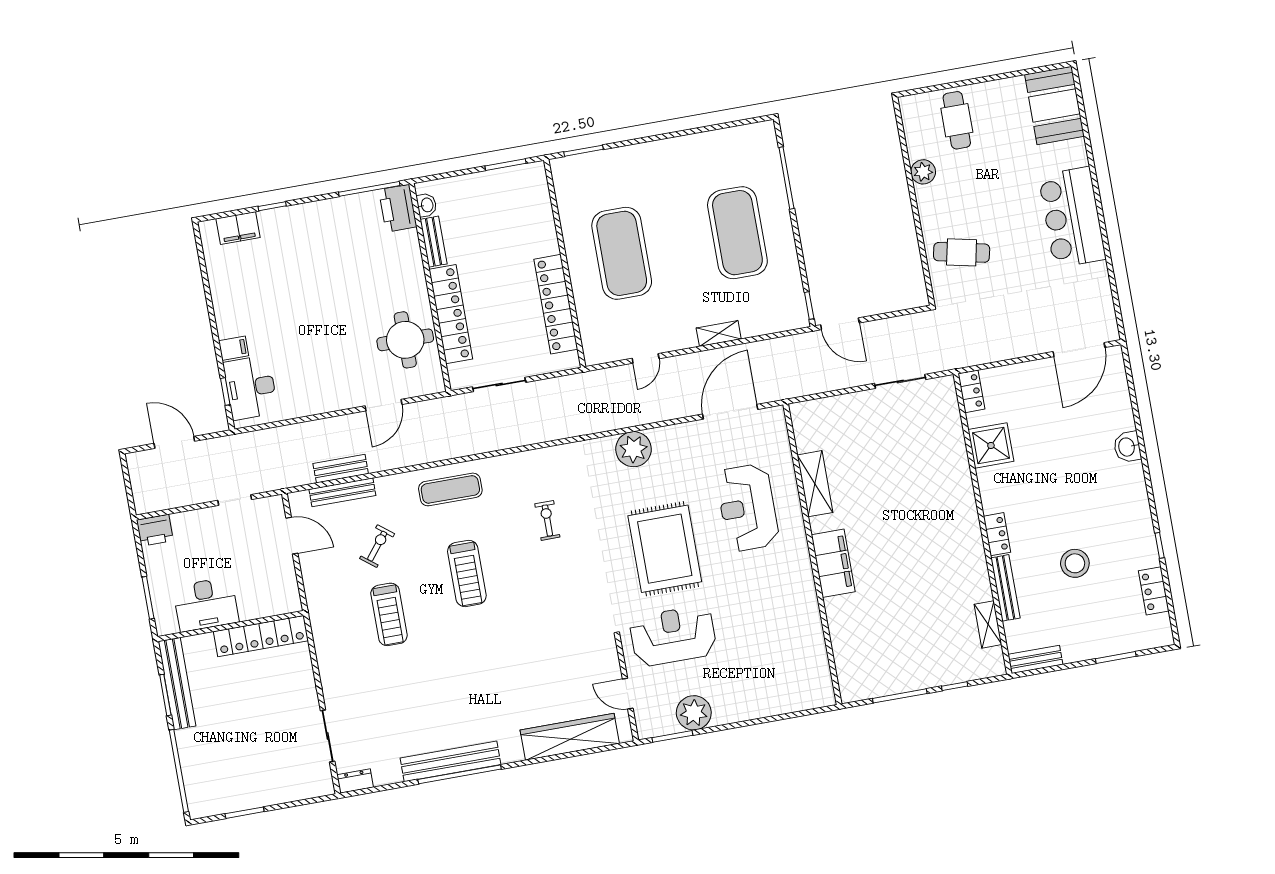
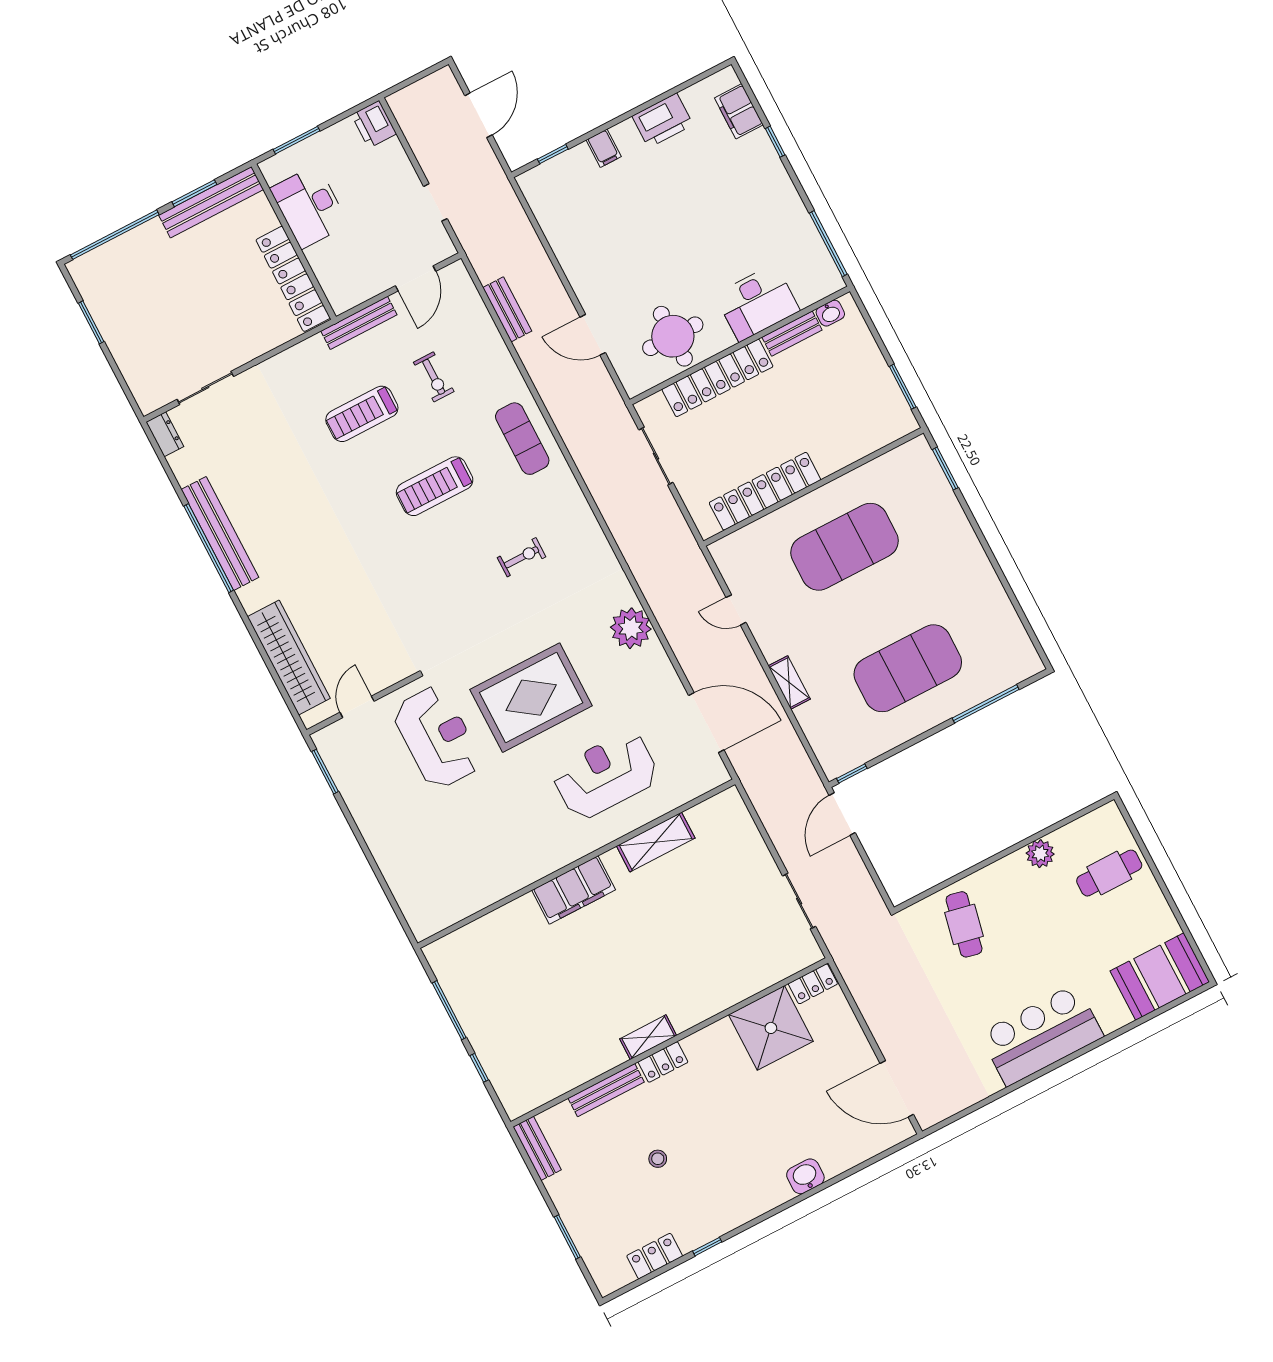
printer: (398, 208) -> (662, 120), moved, turned 180
desk: (251, 388) -> (757, 303), moved, turned 180
shower: (991, 445) -> (771, 1028), width x1.37, depth x1.37
bench: (342, 492) -> (359, 323), moved, turned 90
exercise bike: (377, 546) -> (434, 377), turned 52
stool: (1075, 563) -> (658, 1159), width x0.53, depth x0.53
shelving: (988, 624) -> (648, 1037), moved
plant: (694, 713) -> (359, 787), removed

